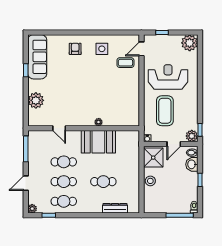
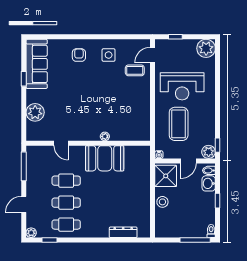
reception desk: (168, 77) -> (182, 86), turned 180
cafe table: (103, 182) -> (110, 203), removed

